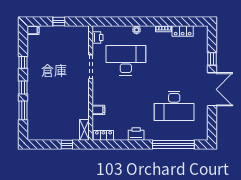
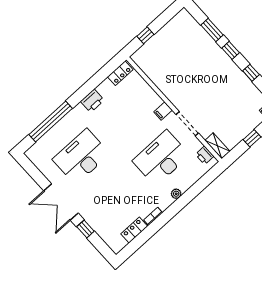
desk: (126, 60) -> (161, 158), turned 180
filing cabinet: (98, 110) -> (163, 111), moved
shelving: (84, 130) -> (218, 146), moved

